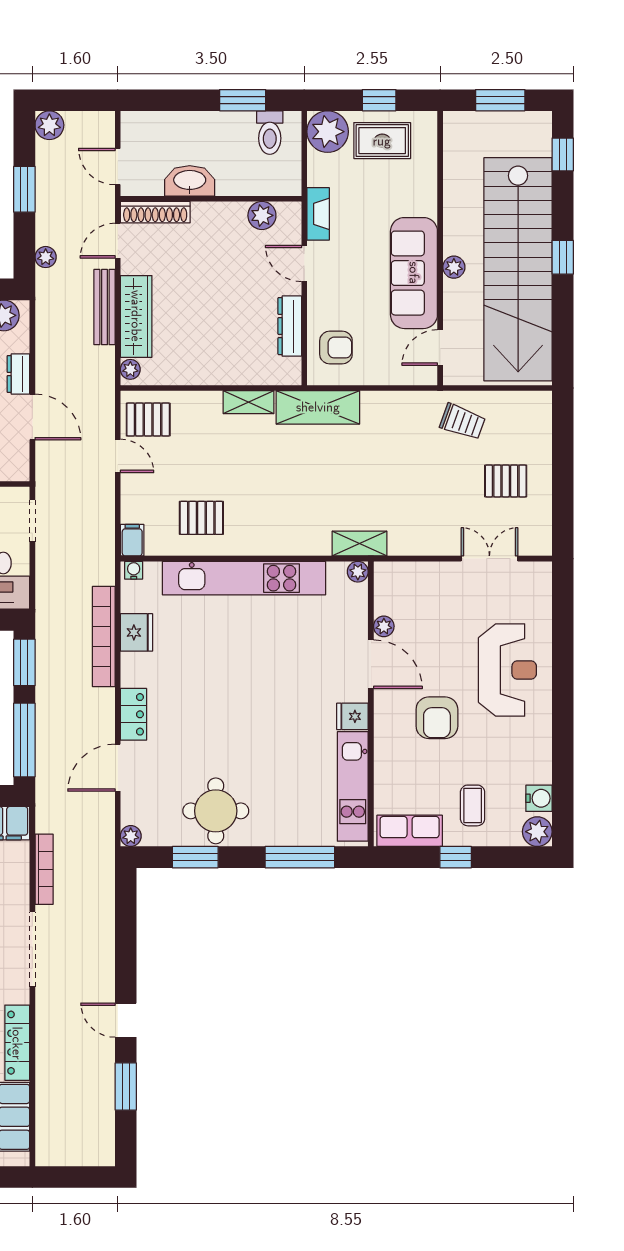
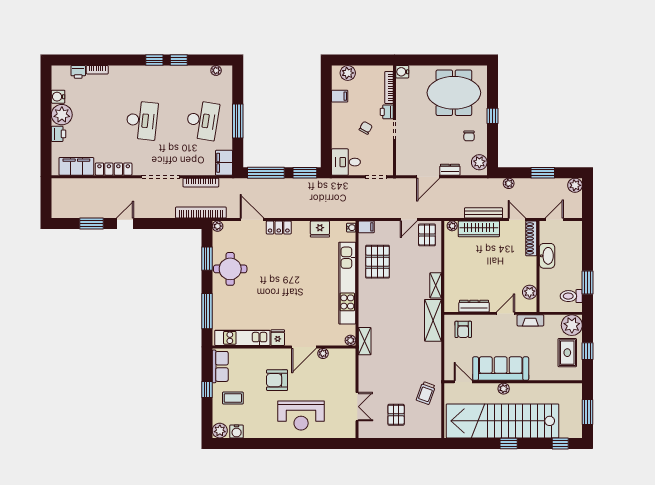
pallet: (201, 518) -> (378, 262), width x1.50, depth x1.42
bookcase: (104, 636) -> (201, 213), moved

